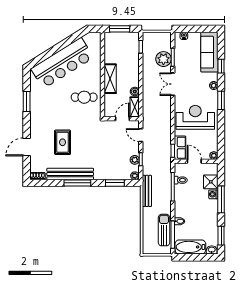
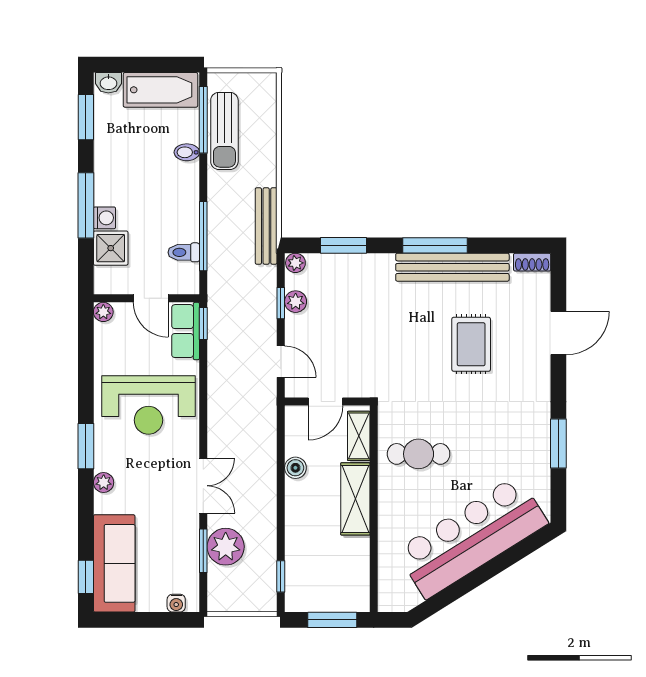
window: (221, 66) -> (86, 577), moved
shelving: (135, 107) -> (359, 436), moved

